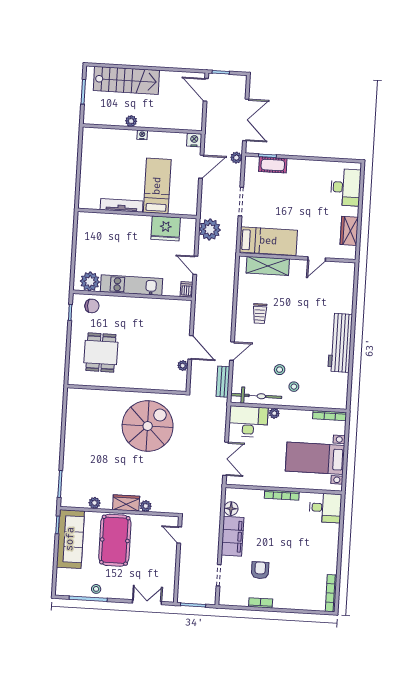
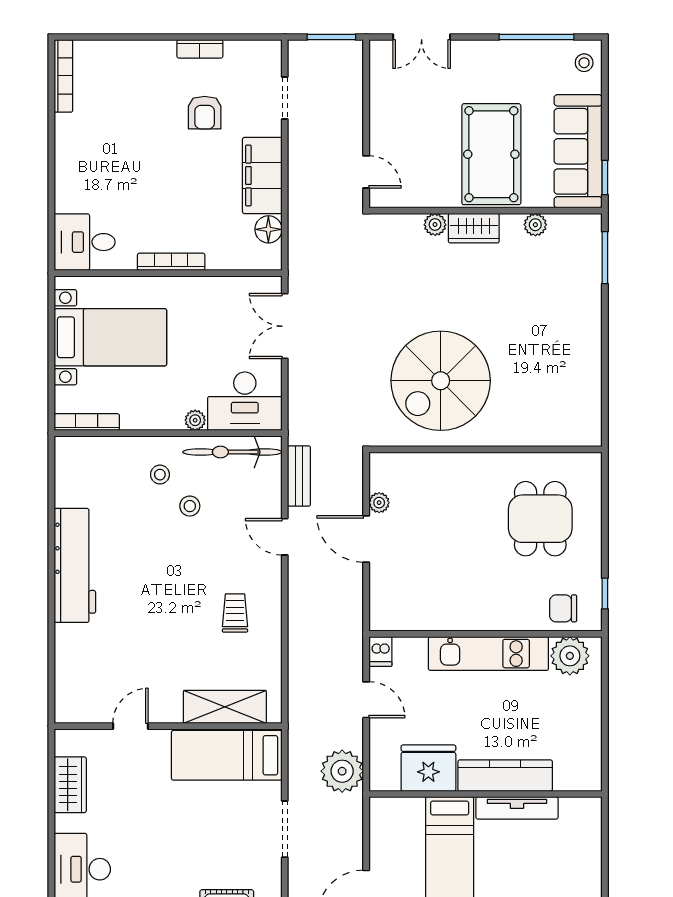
kitchen counter: (127, 222) -> (505, 776), added
door: (232, 351) -> (285, 537), hinge flipped
stool: (96, 589) -> (584, 63), moved

